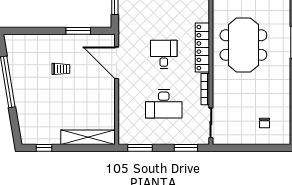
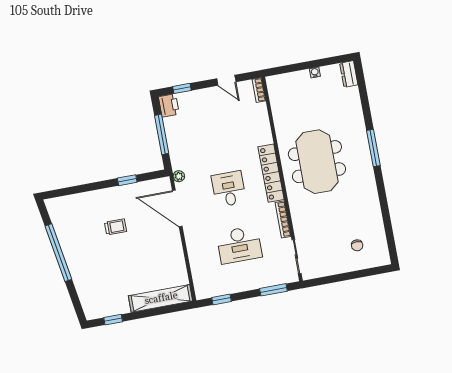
window: (78, 31) -> (127, 180), width x0.67
plant: (123, 36) -> (179, 176), added
window: (140, 148) -> (221, 299), width x0.67

